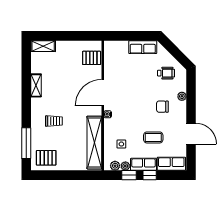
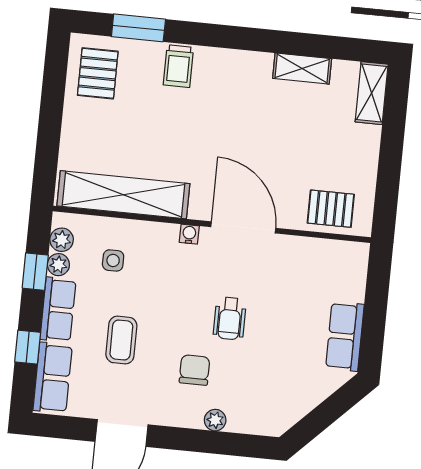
pallet: (92, 58) -> (331, 209), turned 90
wheelchair: (166, 73) -> (230, 318), moved
shelving: (36, 85) -> (302, 68), moved
trolley: (54, 121) -> (178, 66), moved
window: (26, 143) -> (138, 28), width x0.69
window: (150, 175) -> (28, 347), moved

